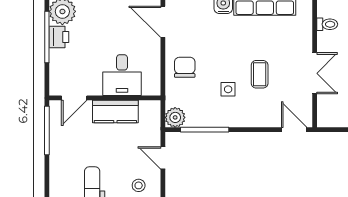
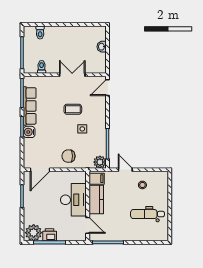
desk: (122, 75) -> (73, 200), width x1.37
filing cabinet: (149, 112) -> (97, 179), added
door: (163, 158) -> (125, 170), swing flipped

